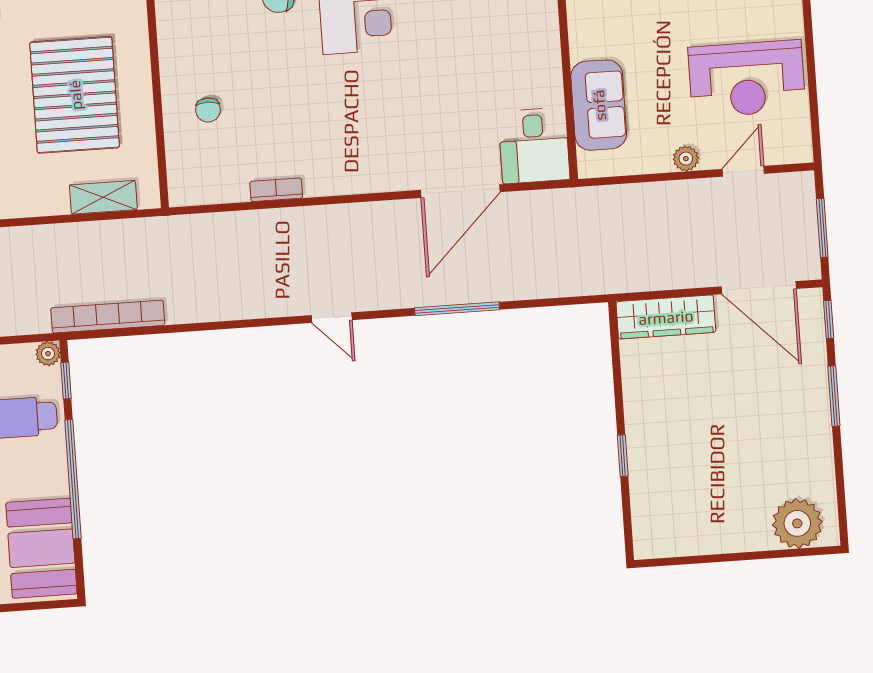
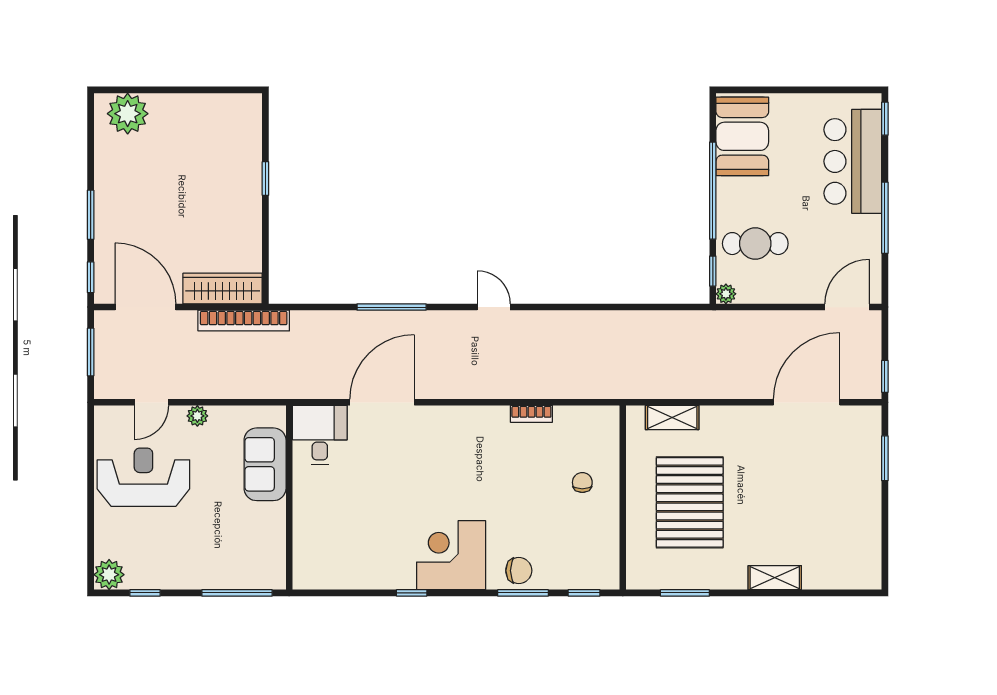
bookcase: (108, 317) -> (244, 321), moved

